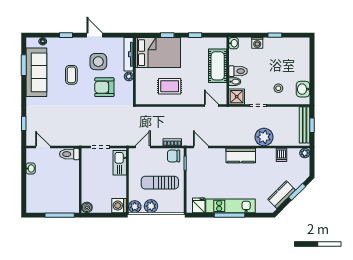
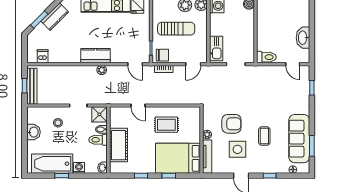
bathtub: (284, 47) -> (52, 164), added
washbasin: (303, 89) -> (33, 132), moved
door: (212, 106) -> (138, 106), moved
plant: (264, 137) -> (102, 70), moved, width x0.53, depth x0.53
plant: (305, 153) -> (32, 58), removed
dishwasher: (282, 155) -> (43, 56), moved
washbasin: (31, 168) -> (303, 38), width x1.91, depth x1.45

